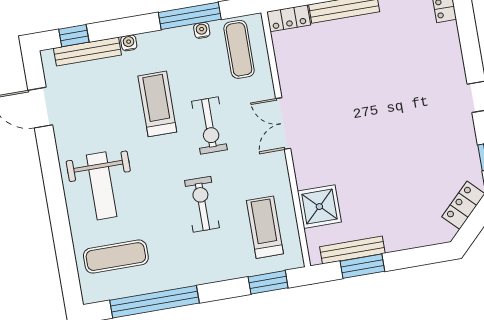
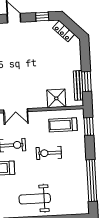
weight bench: (102, 186) -> (35, 199), turned 180
exercise mat: (116, 257) -> (68, 196), removed

